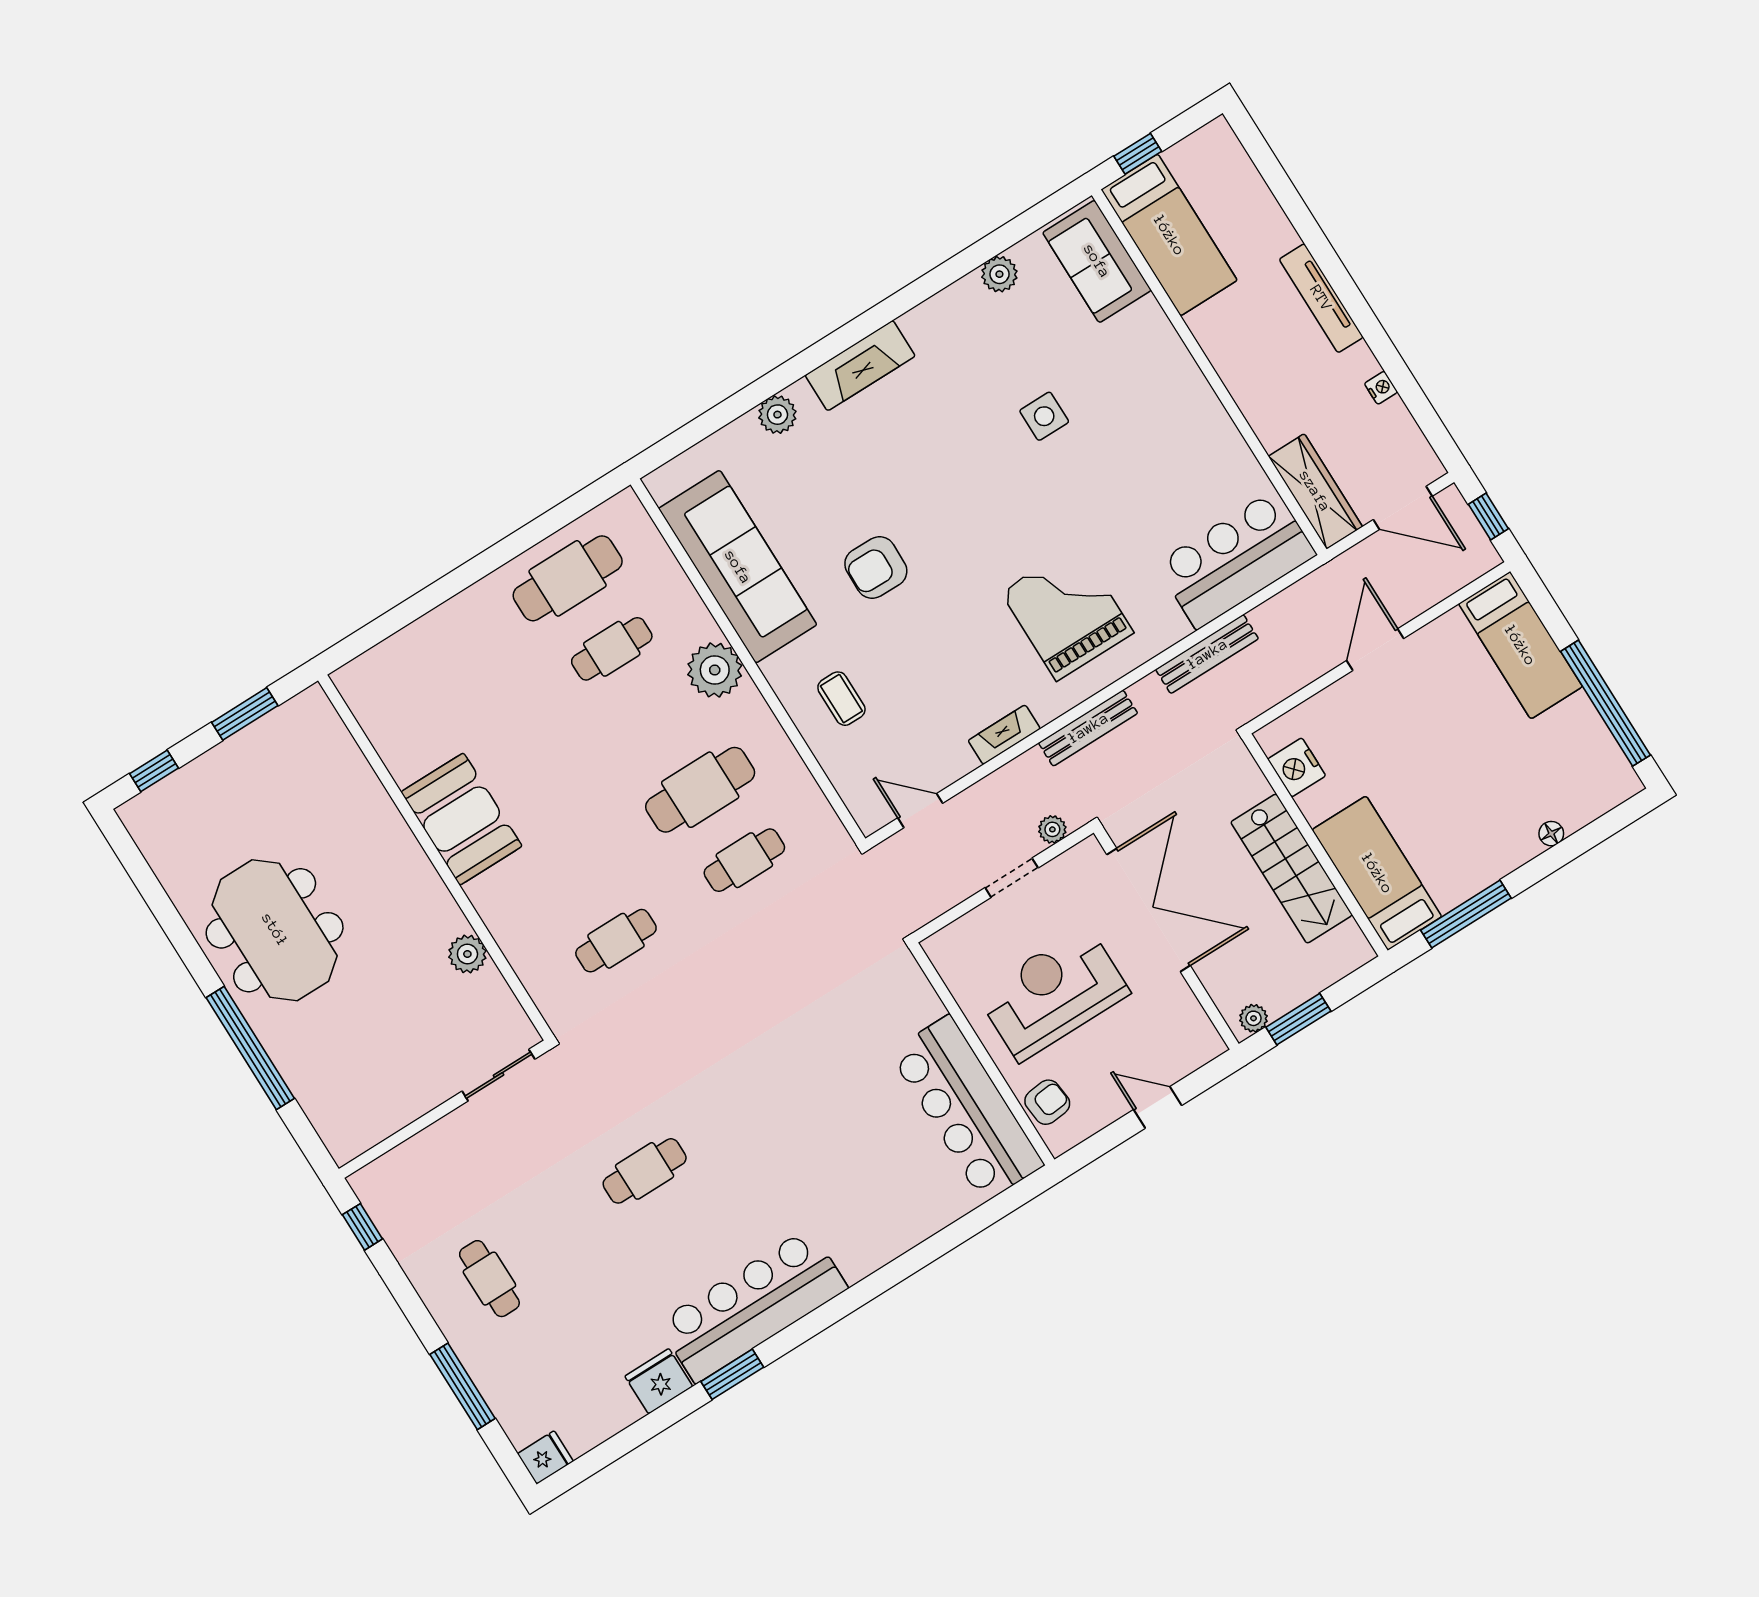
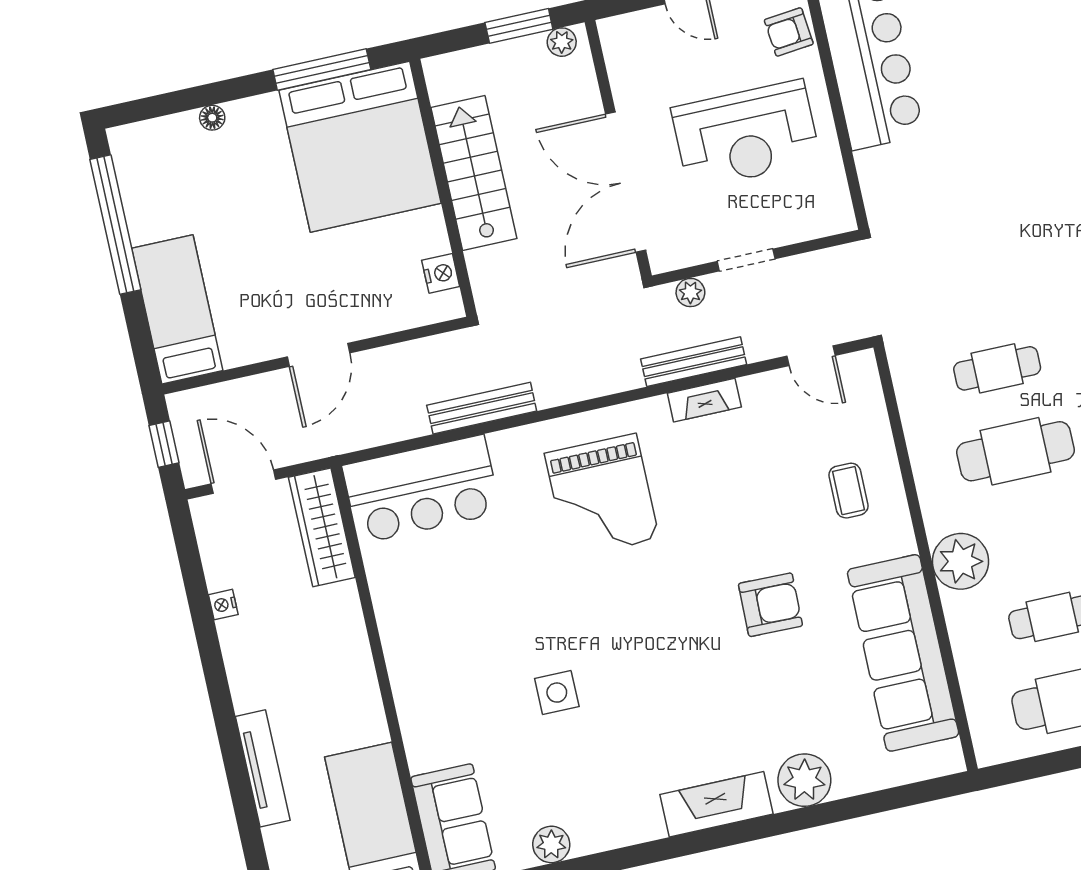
tv unit: (1321, 298) -> (263, 768), moved
plant: (777, 415) -> (804, 780), width x1.36, depth x1.36
bench: (1088, 728) -> (694, 362), moved
nightstand: (1297, 767) -> (441, 273), width x0.74, depth x0.75
bed: (1377, 873) -> (360, 147), width x2.04

